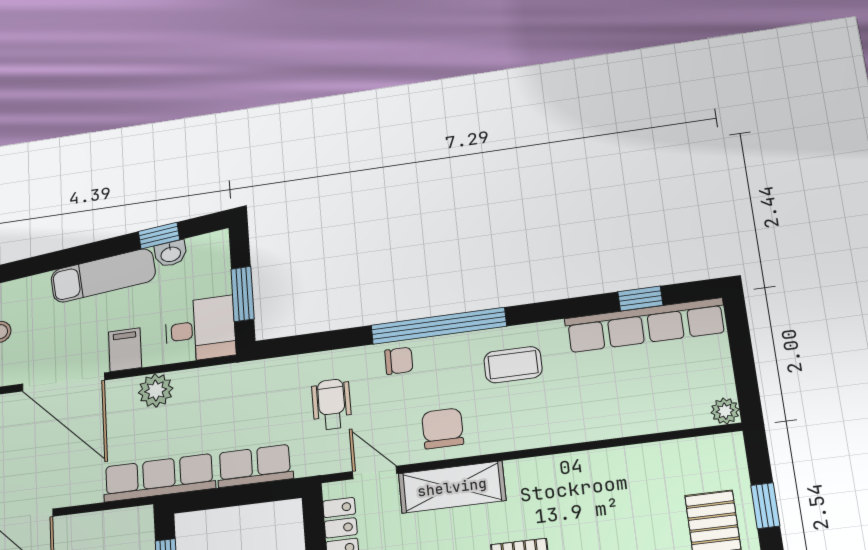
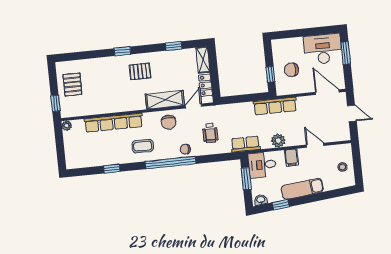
washbasin: (171, 254) -> (261, 200), moved
window: (640, 299) -> (112, 169), moved
row of seats: (645, 325) -> (114, 123), moved, turned 180
door: (63, 382) -> (315, 145), width x0.53
row of seats: (255, 466) -> (245, 144), moved, turned 180
door: (375, 473) -> (193, 106), swing flipped
window: (765, 506) -> (55, 103), moved

